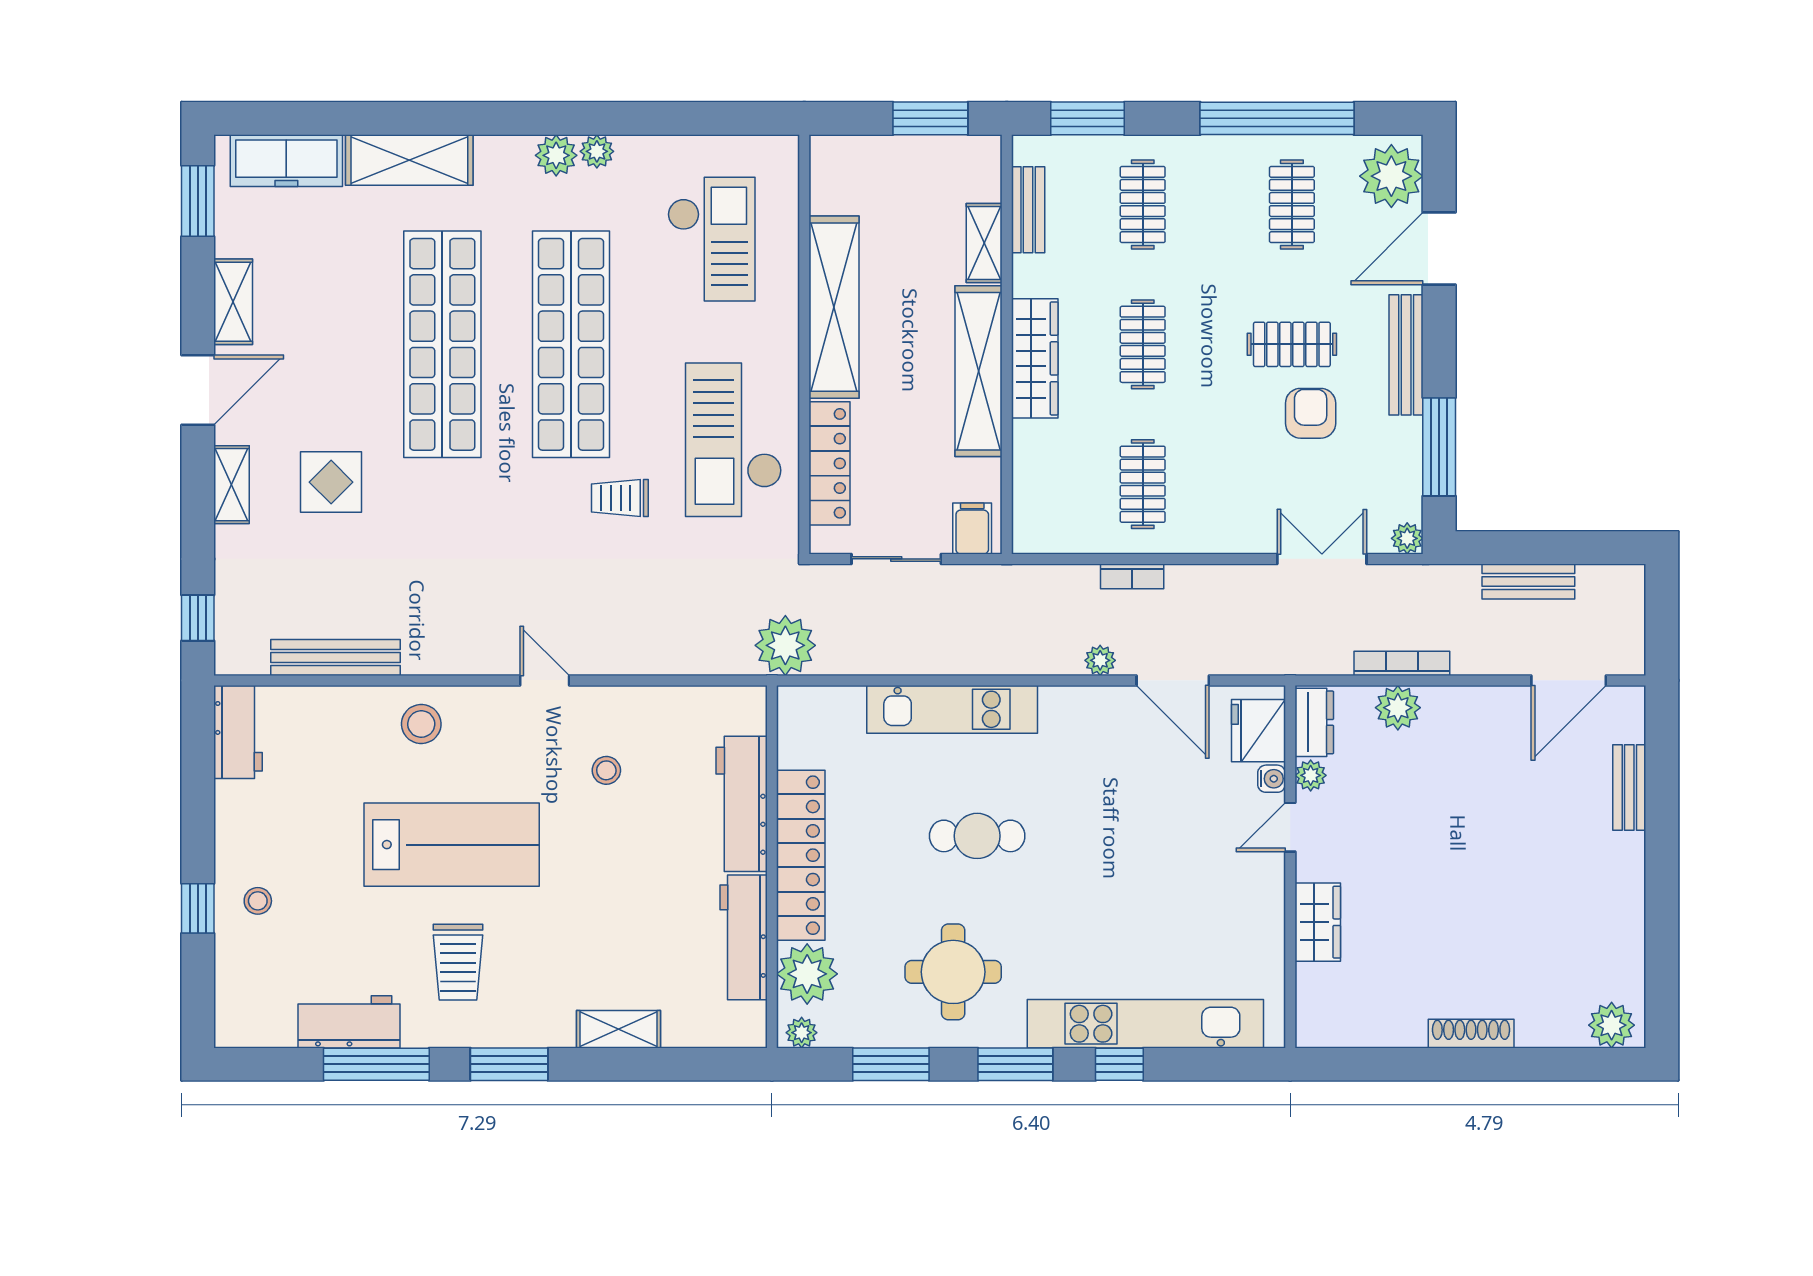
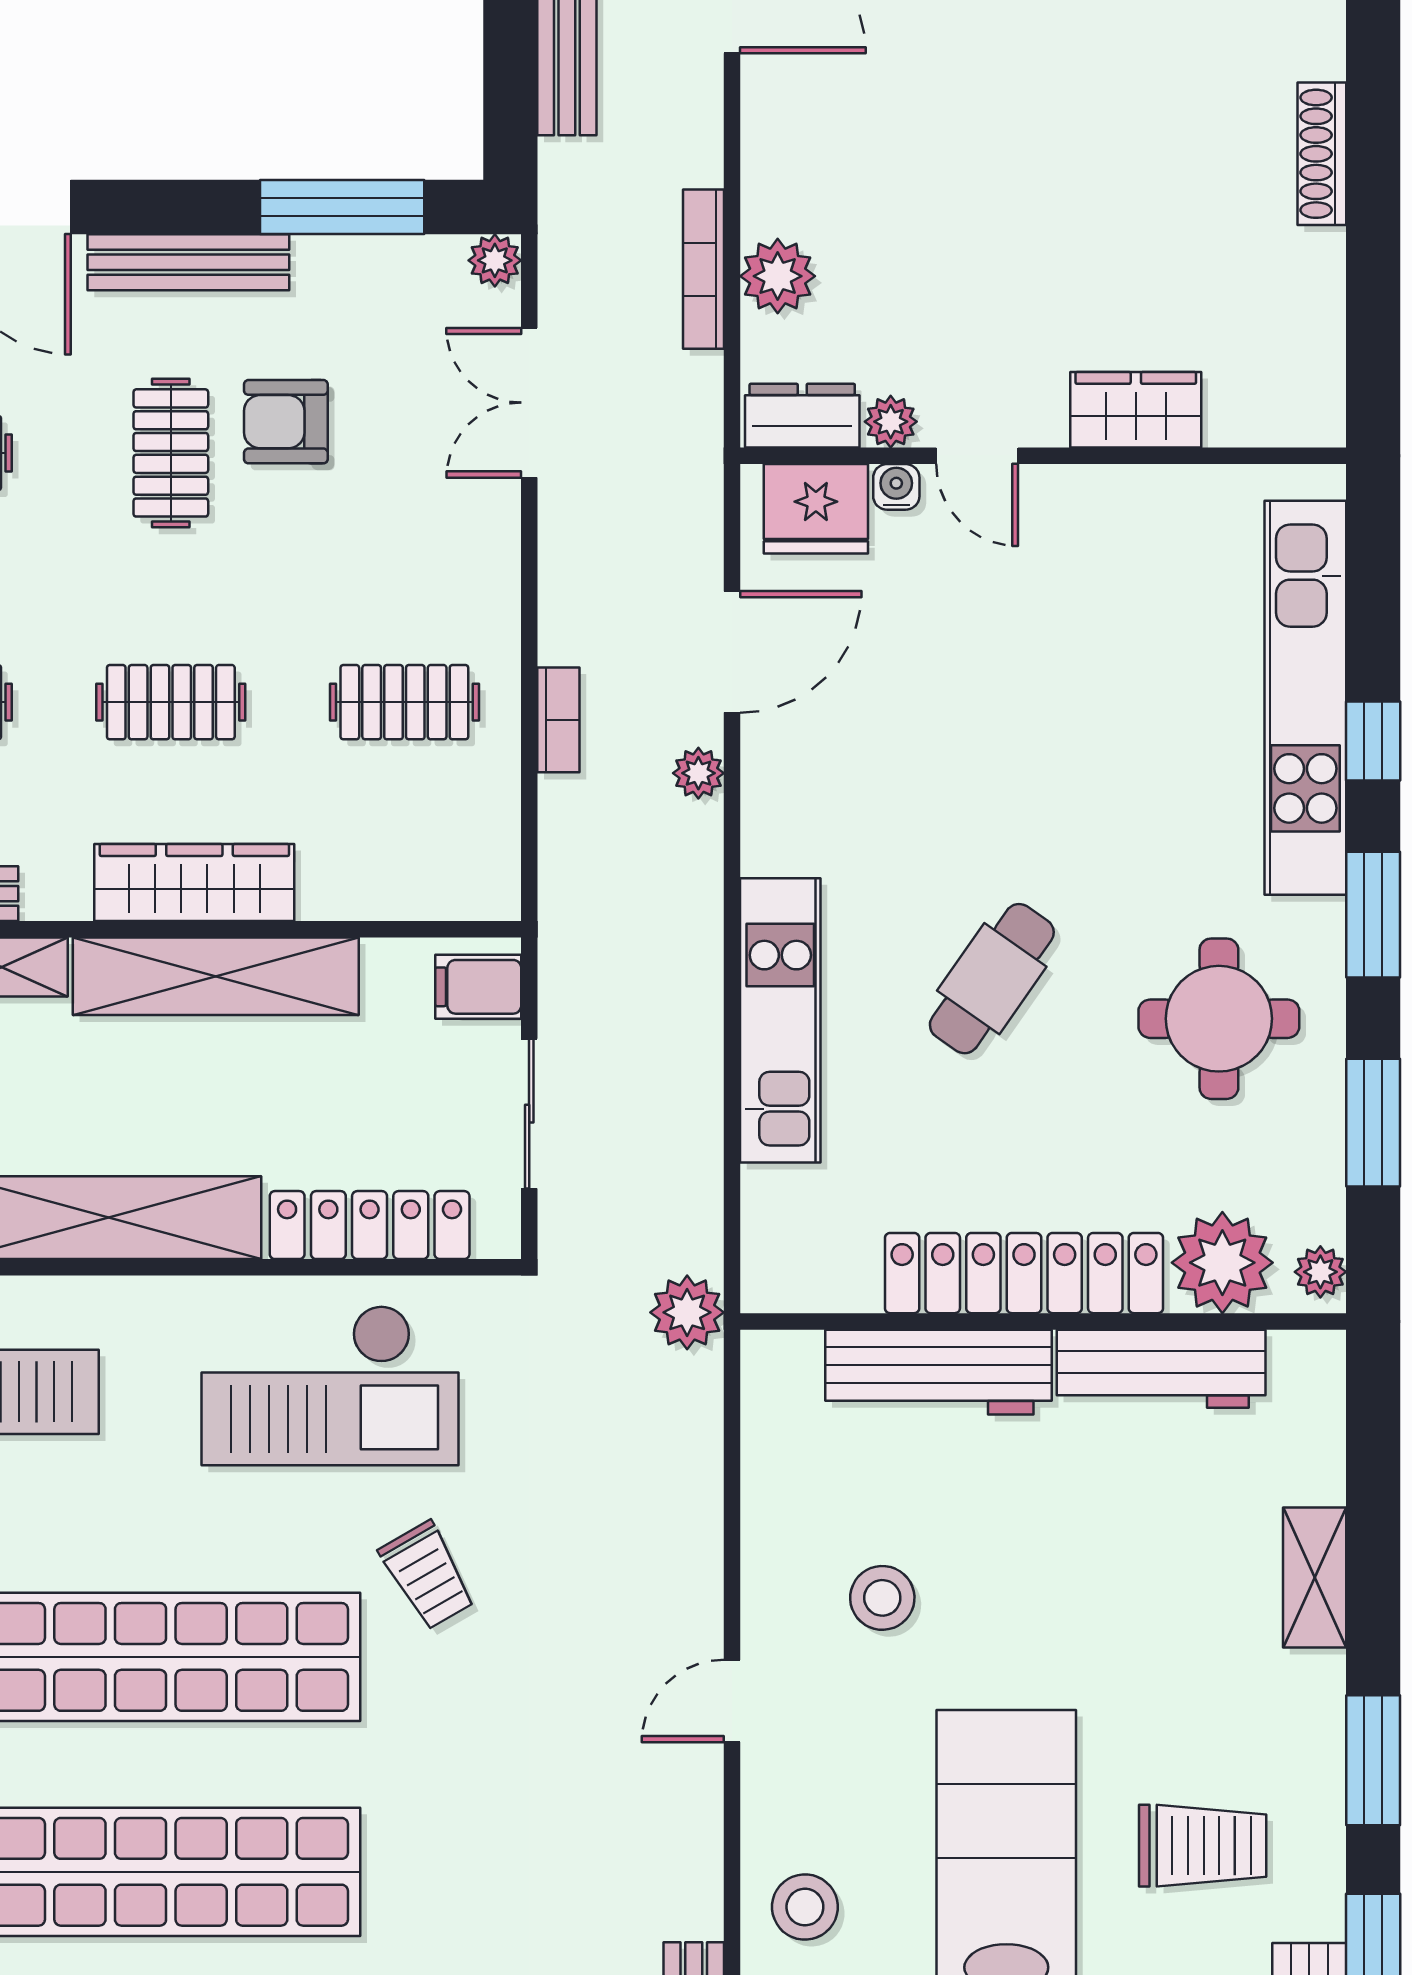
trolley: (620, 498) -> (427, 1575), turned -30
plant: (785, 645) -> (687, 1312), width x0.73, depth x0.73
stool: (606, 770) -> (882, 1598), width x1.37, depth x1.37
cafe table: (977, 836) -> (992, 979), turned 35

